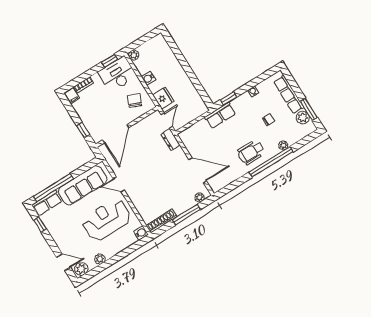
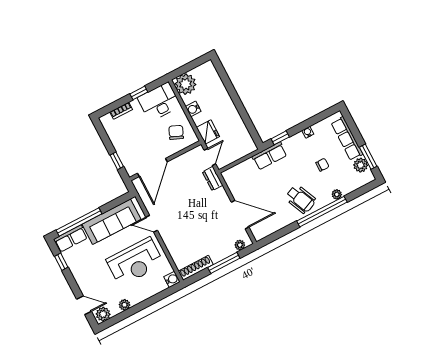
plant: (134, 55) -> (186, 84), width x1.87, depth x1.87
window: (110, 61) -> (139, 93), moved
filing cabinet: (72, 95) -> (107, 122), removed
wheelchair: (251, 152) -> (301, 199), turned -114
reception desk: (106, 220) -> (135, 262), turned 180

